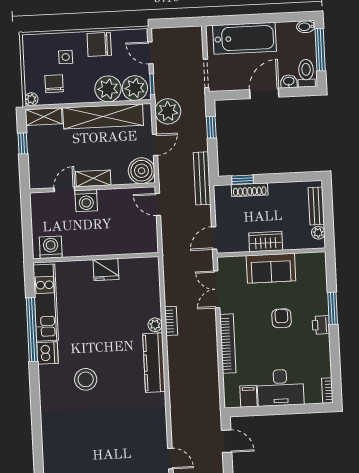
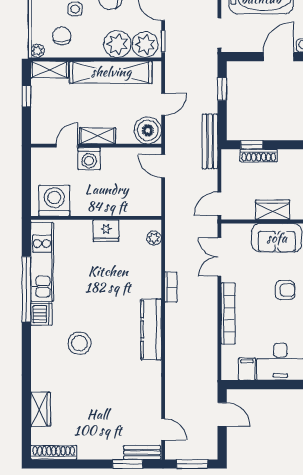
plant: (168, 111) -> (178, 70), removed
washing machine: (51, 247) -> (54, 201), width x1.37, depth x1.37
armchair: (282, 318) -> (285, 290), turned 90
plant: (155, 325) -> (154, 238), moved
wardrobe: (51, 445) -> (41, 409), added

